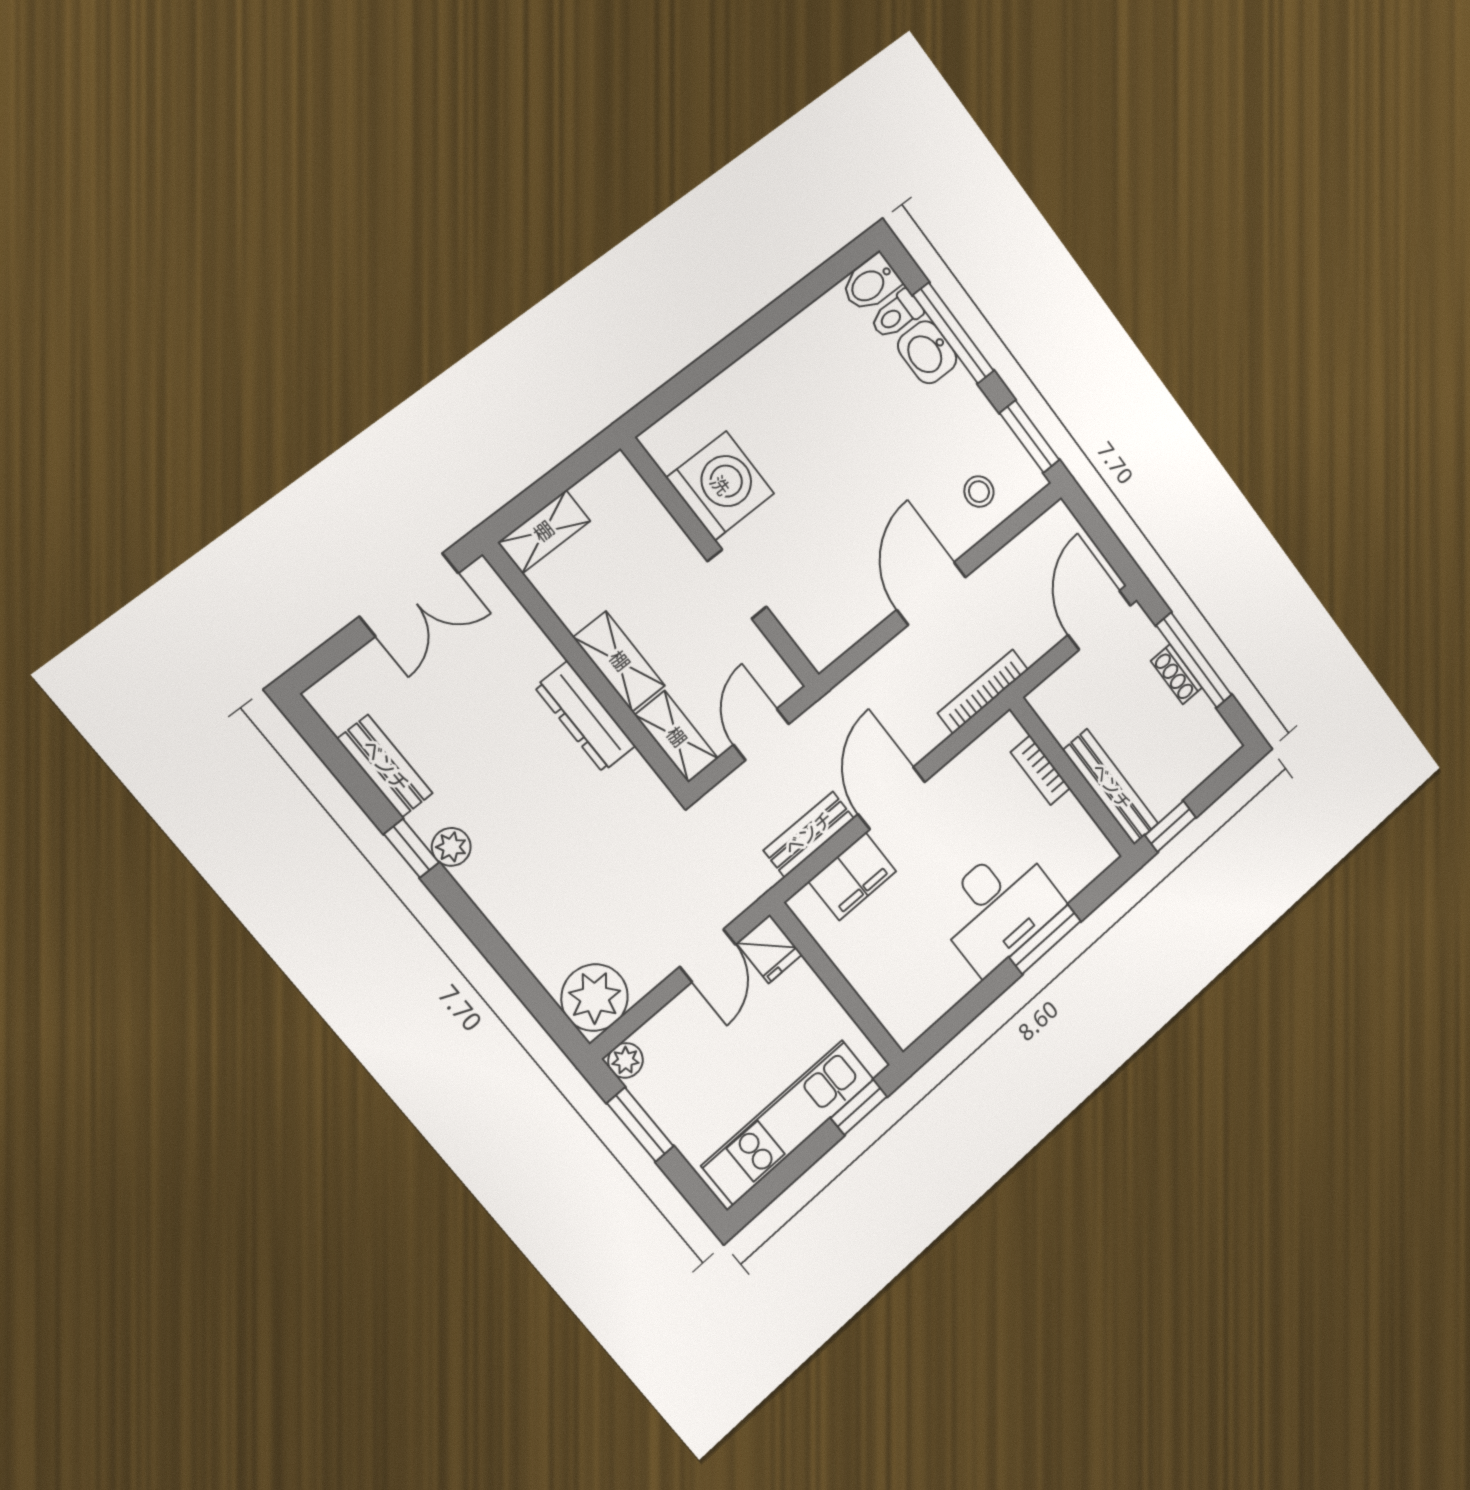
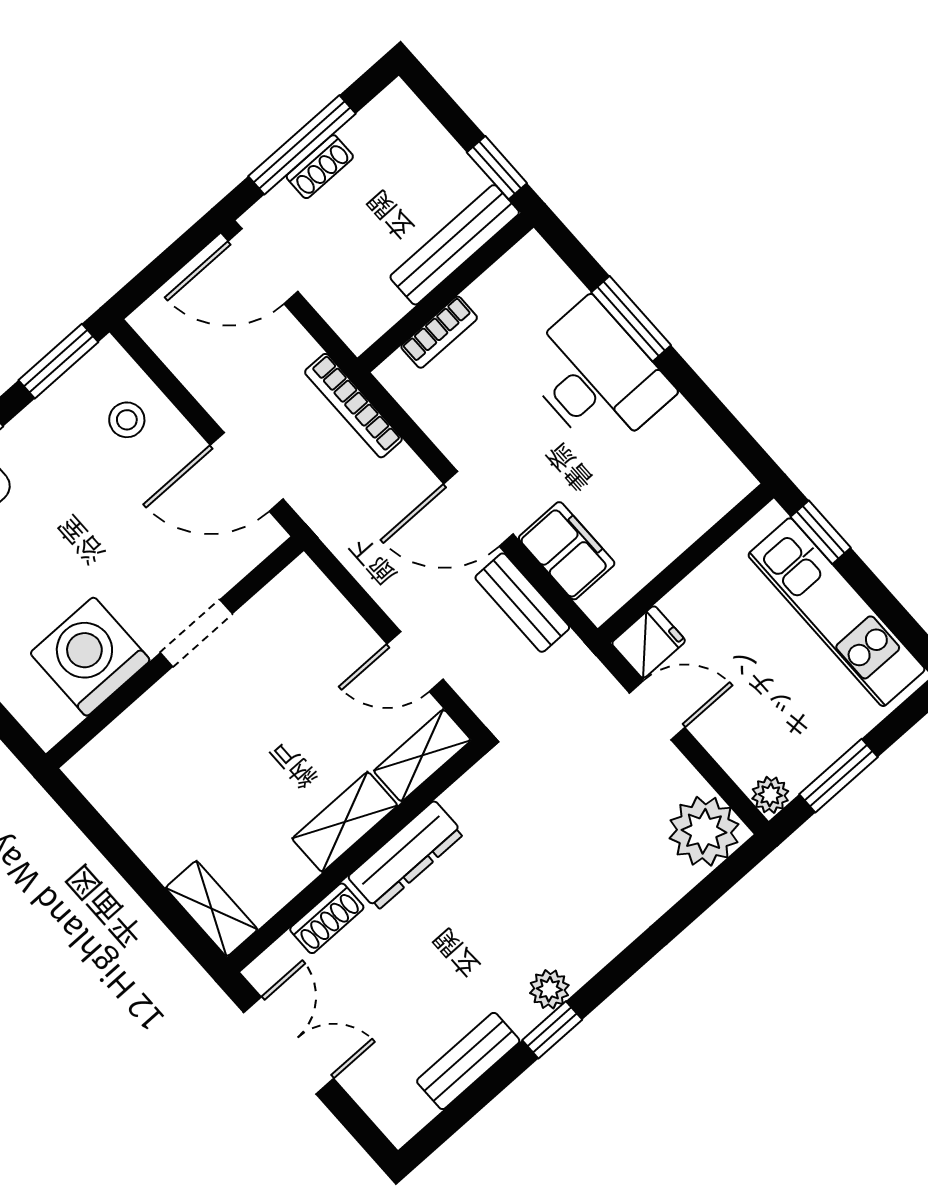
washing machine: (720, 486) -> (90, 657), moved
wall: (721, 563) -> (175, 652), moved
doorway: (737, 584) -> (196, 633), moved
shoe rack: (530, 639) -> (327, 918), added

